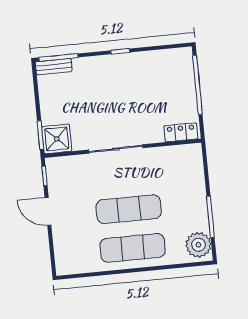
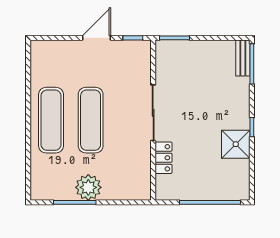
locker: (181, 132) -> (164, 158), moved
shower: (57, 139) -> (236, 144), moved
plant: (198, 245) -> (88, 187), moved

